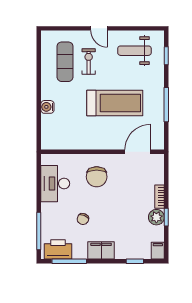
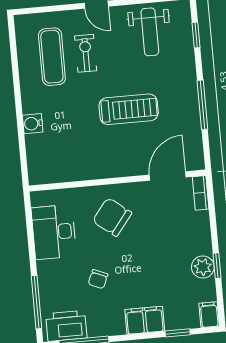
weight bench: (134, 51) -> (150, 32), turned -90
treadmill: (115, 103) -> (129, 109), width x0.73, depth x0.73
chair: (97, 177) -> (112, 217), turned 128
bookcase: (160, 197) -> (201, 193), moved
filing cabinet: (101, 250) -> (145, 320), moved

